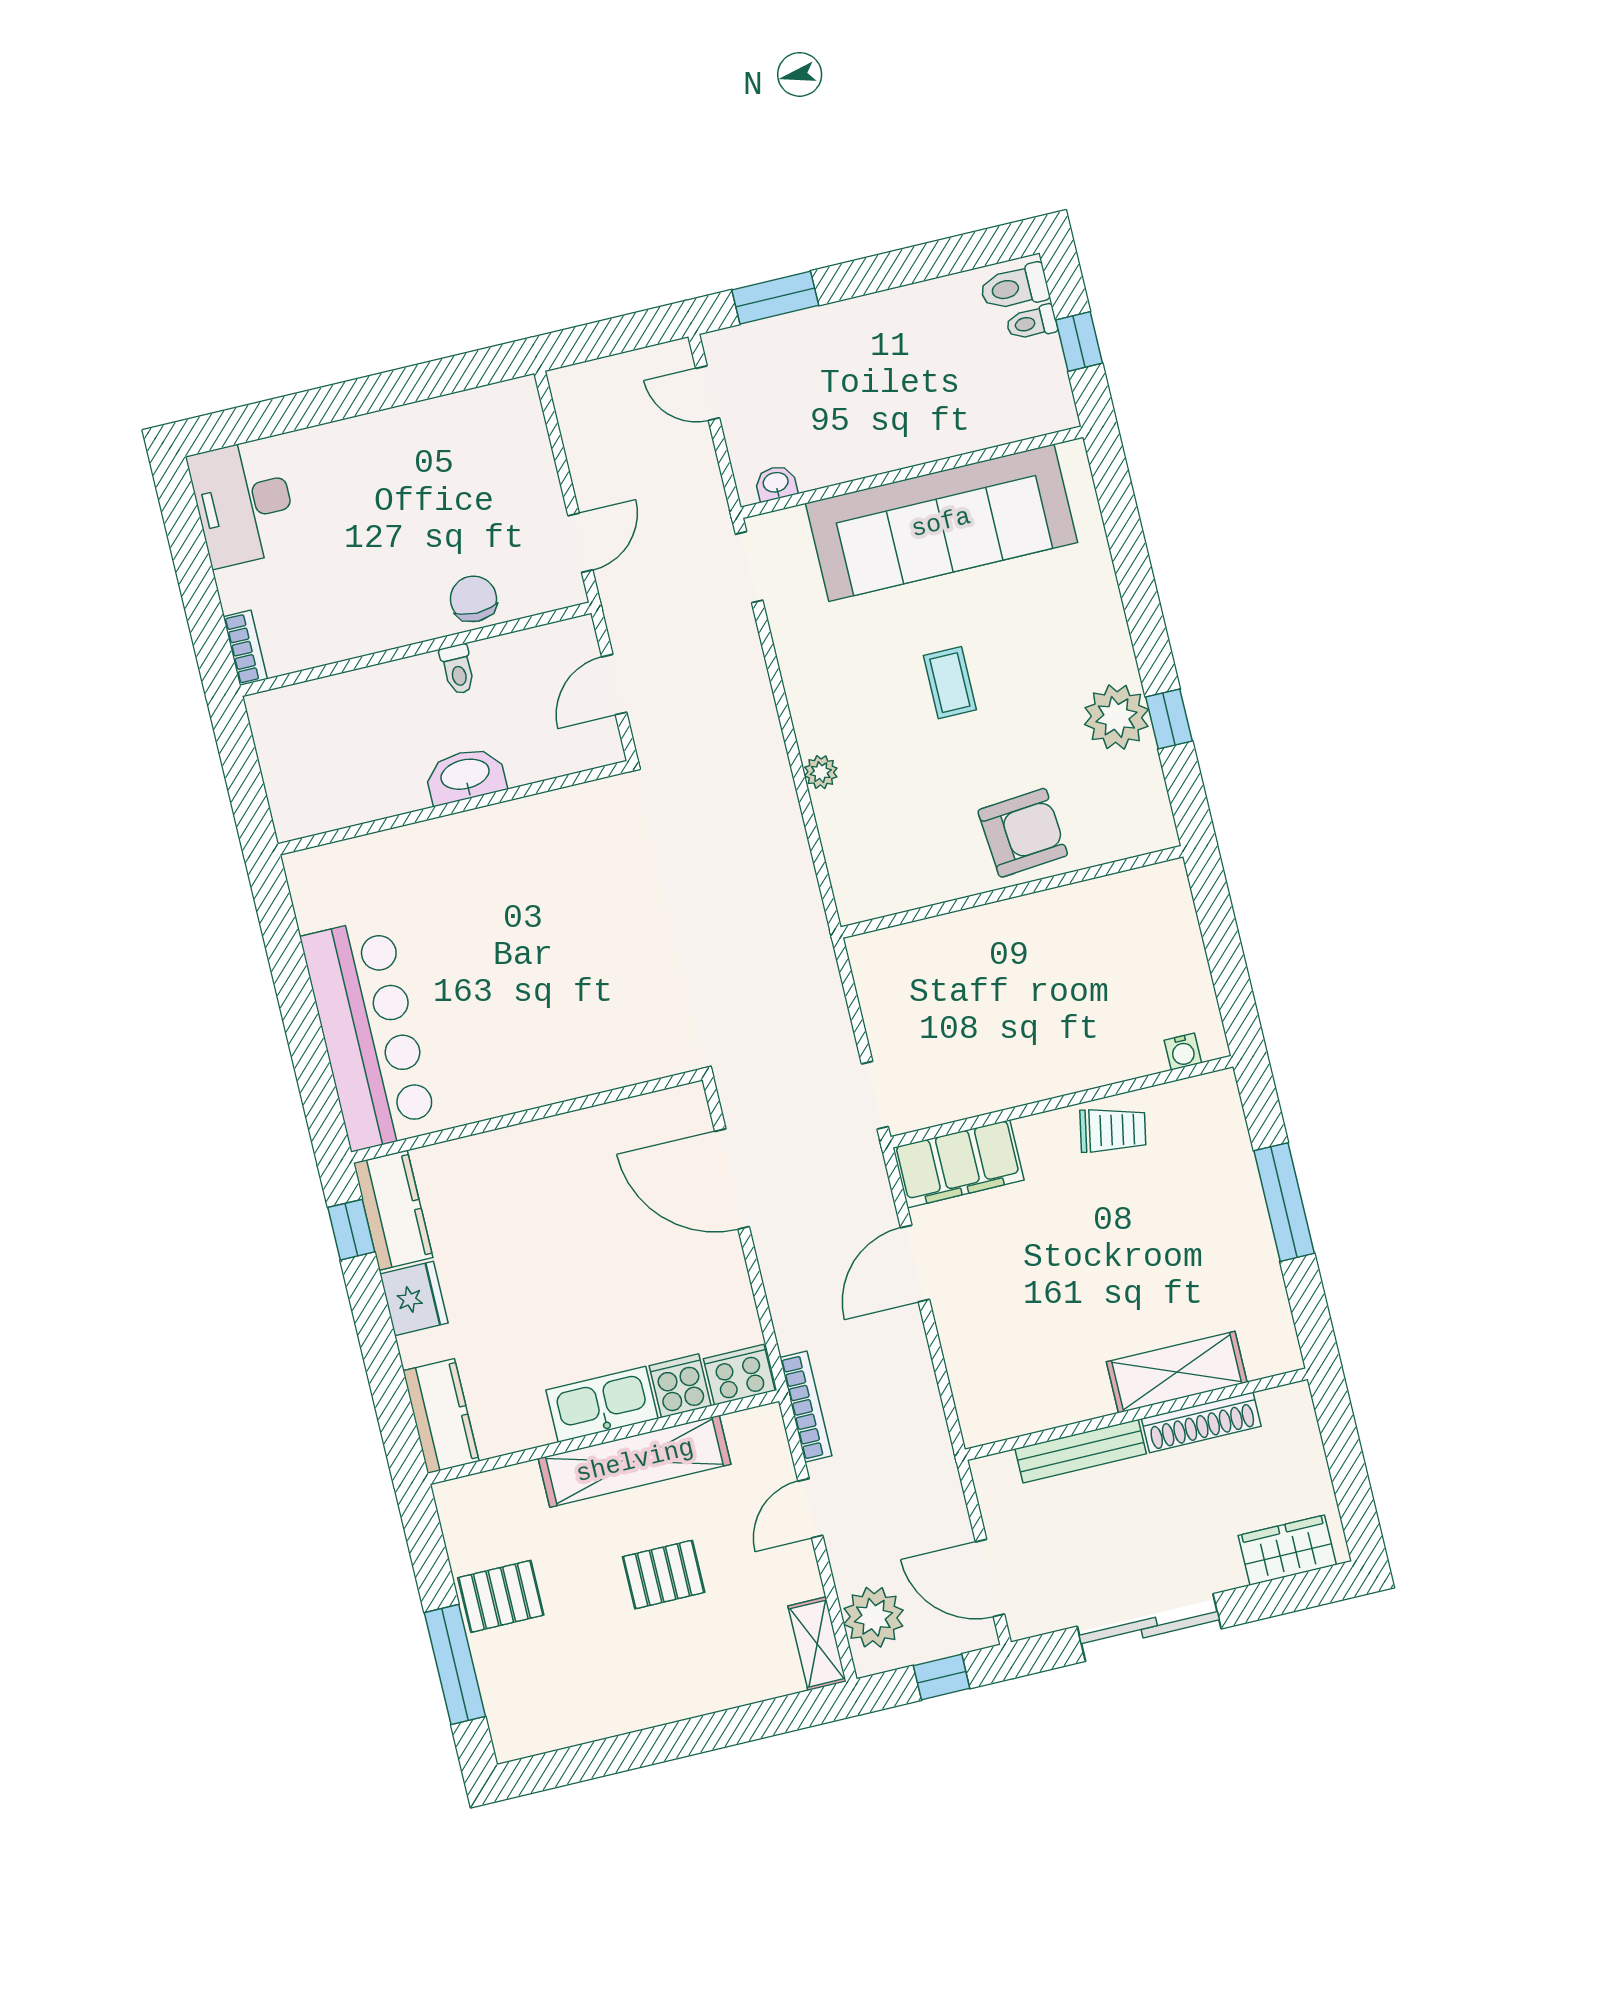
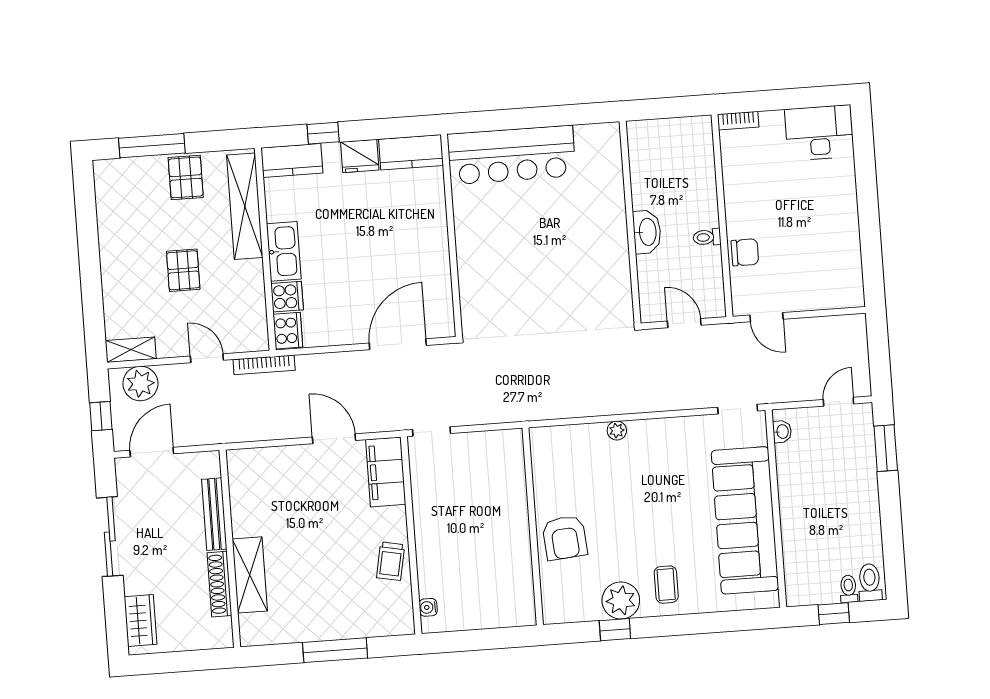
coffee table: (950, 683) -> (666, 585), moved, turned 90
window: (351, 1230) -> (323, 133), moved
shelving: (635, 1461) -> (245, 206), moved

